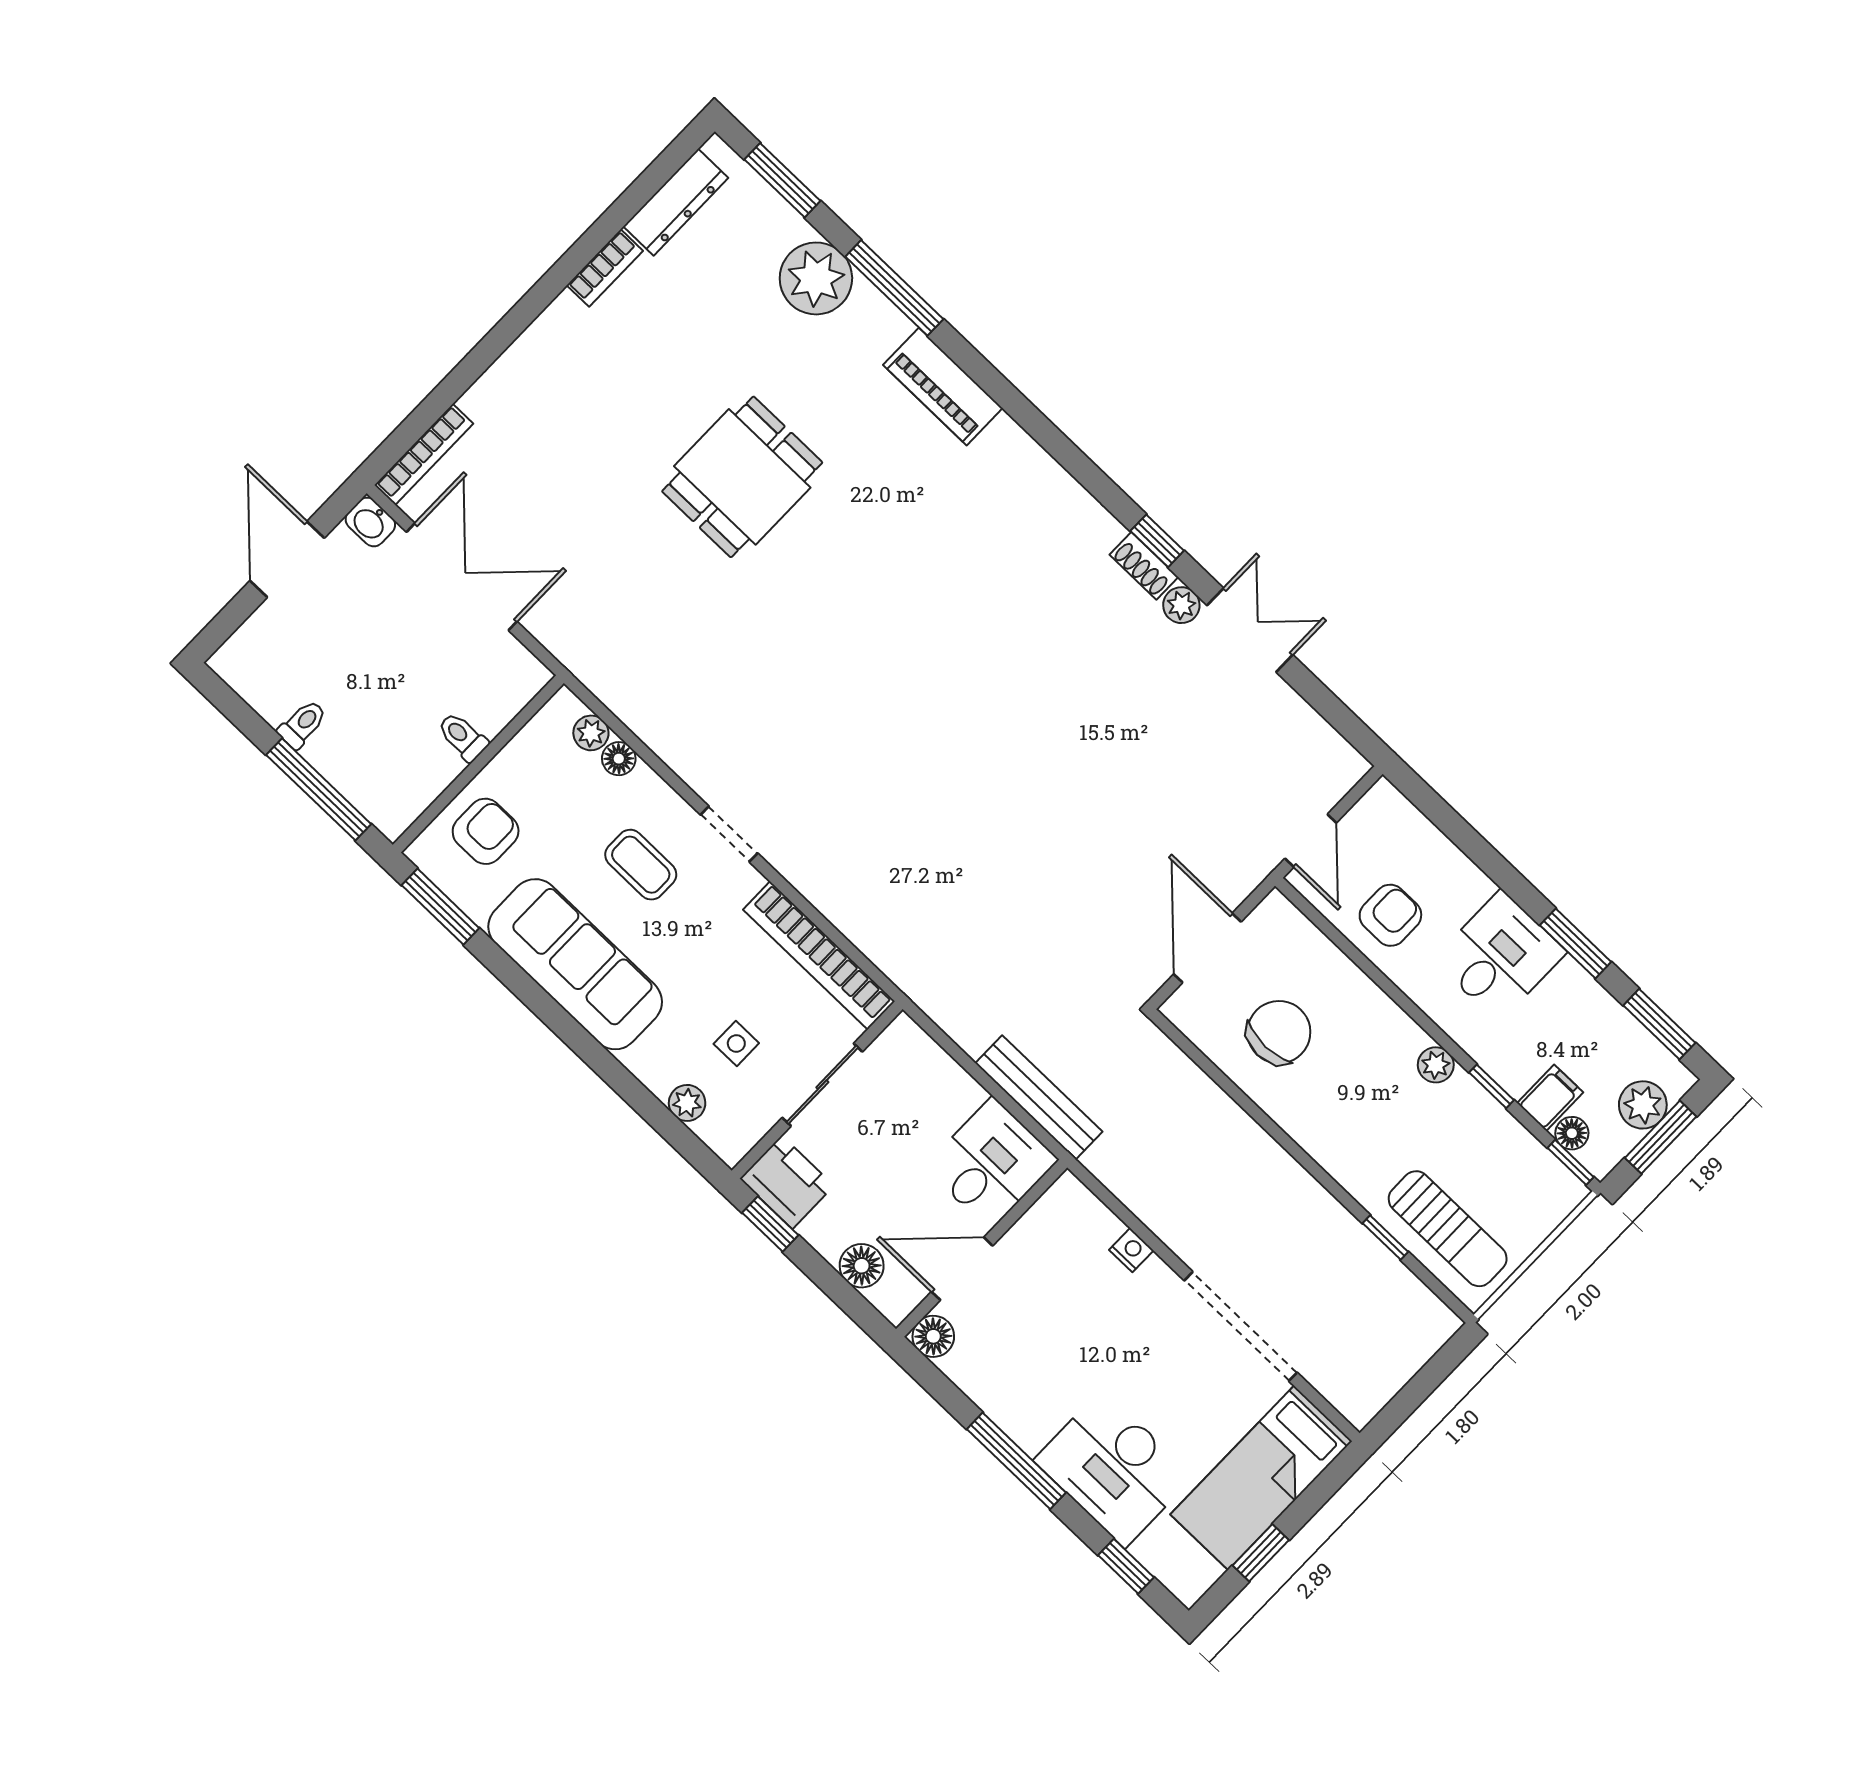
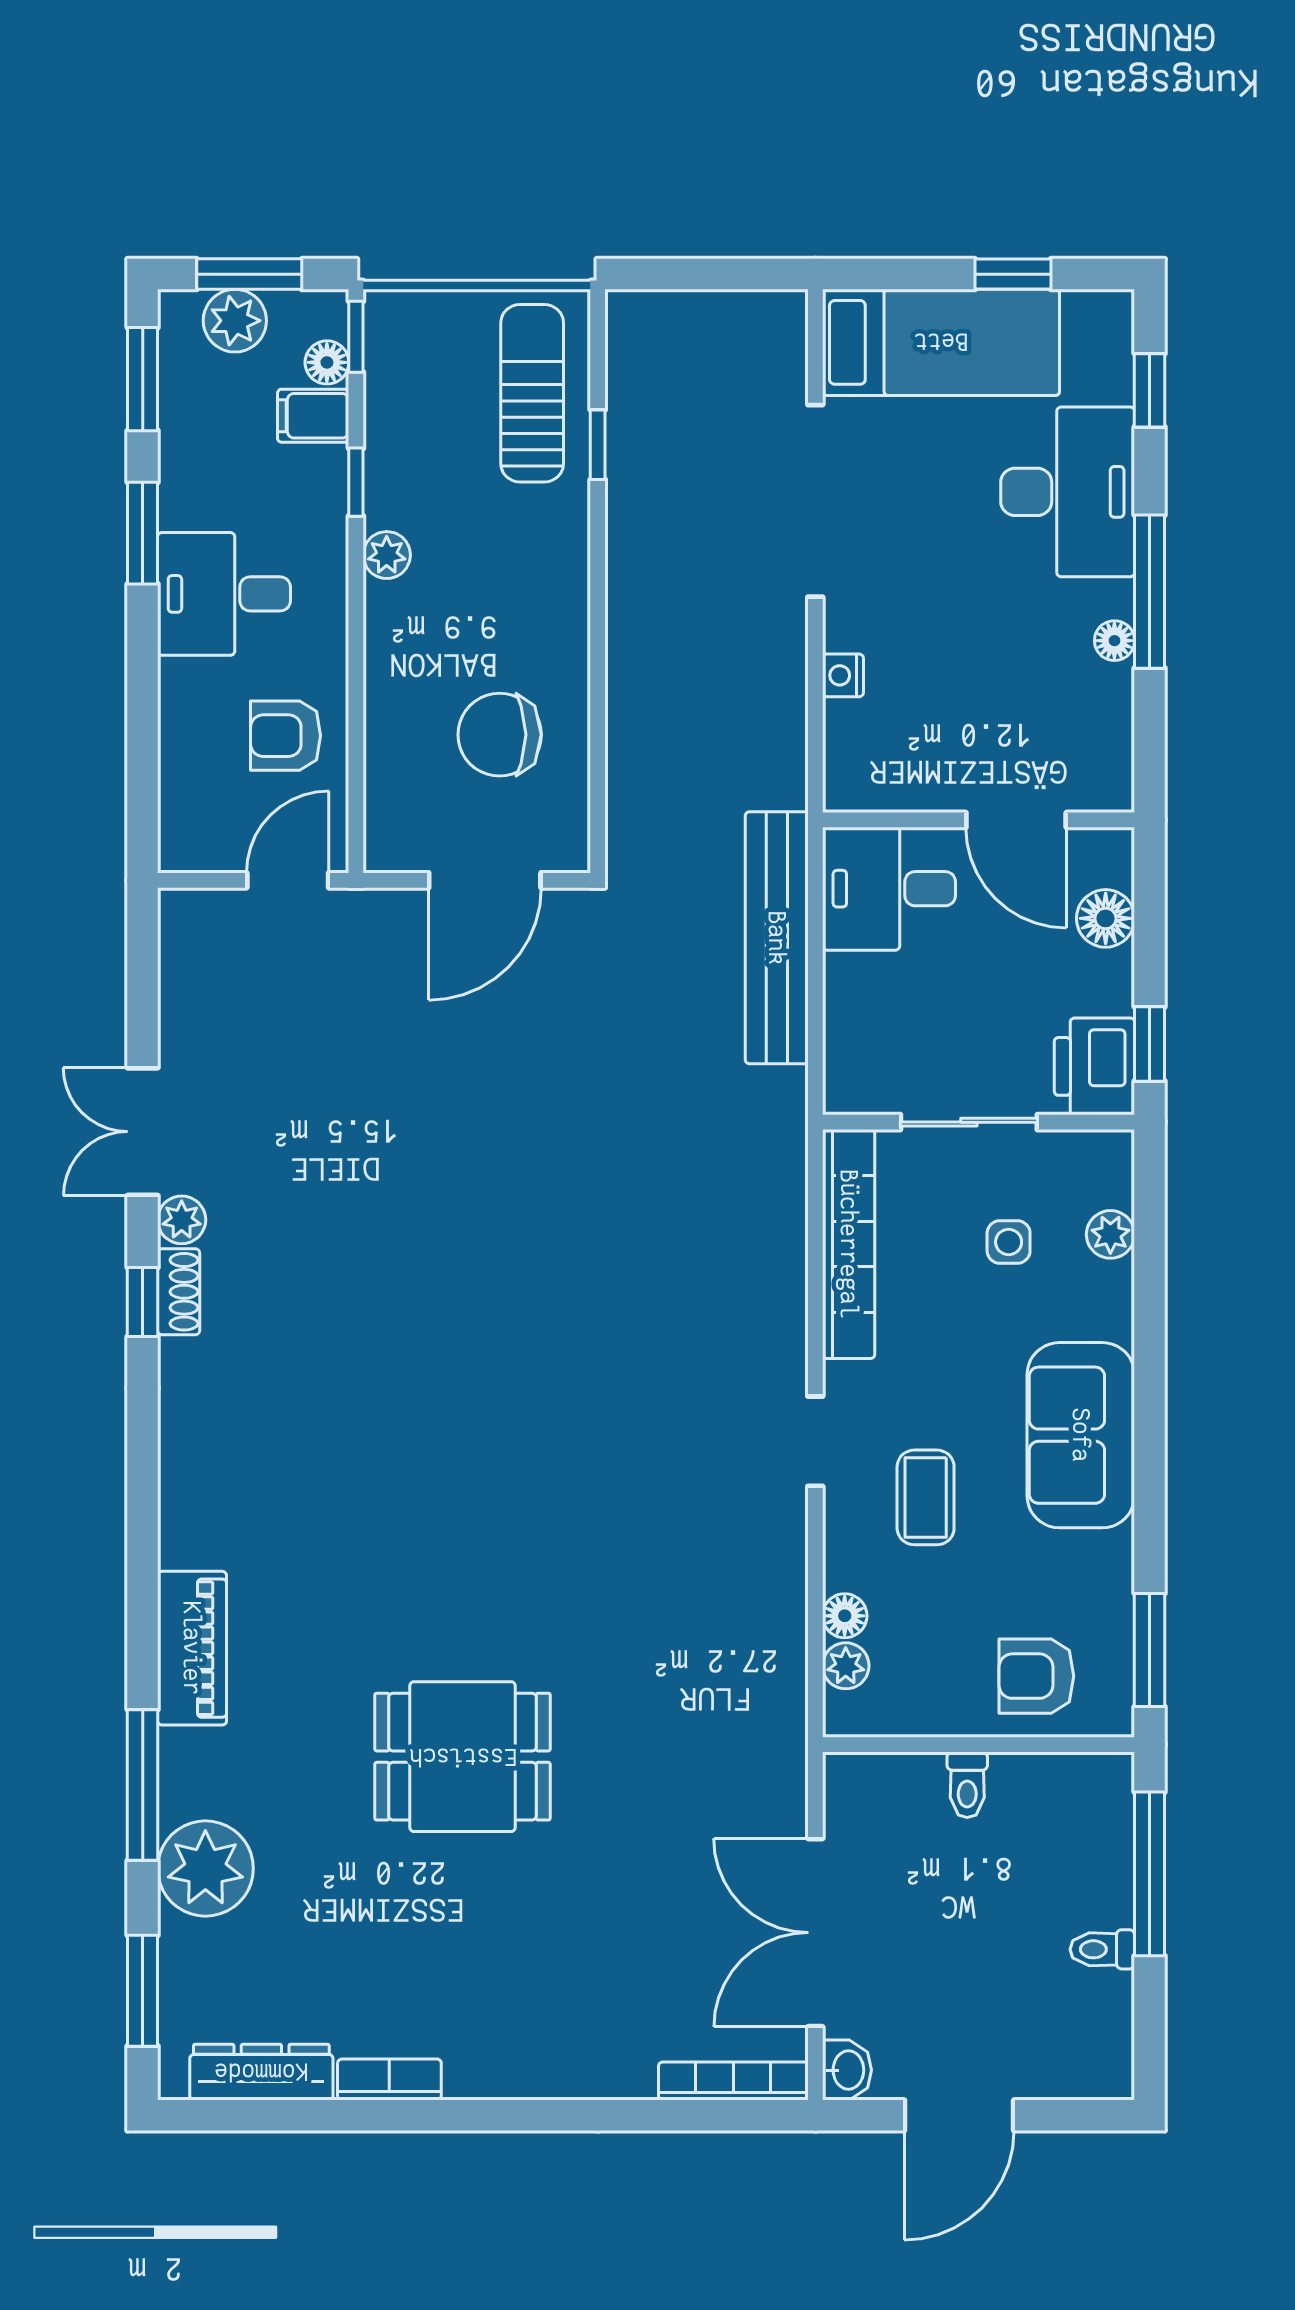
sofa: (575, 964) -> (1081, 1435), width x0.73
bench: (1039, 1097) -> (777, 938), width x1.37, depth x1.21
floor lamp: (933, 1336) -> (1114, 641), moved, width x0.73, depth x0.73

